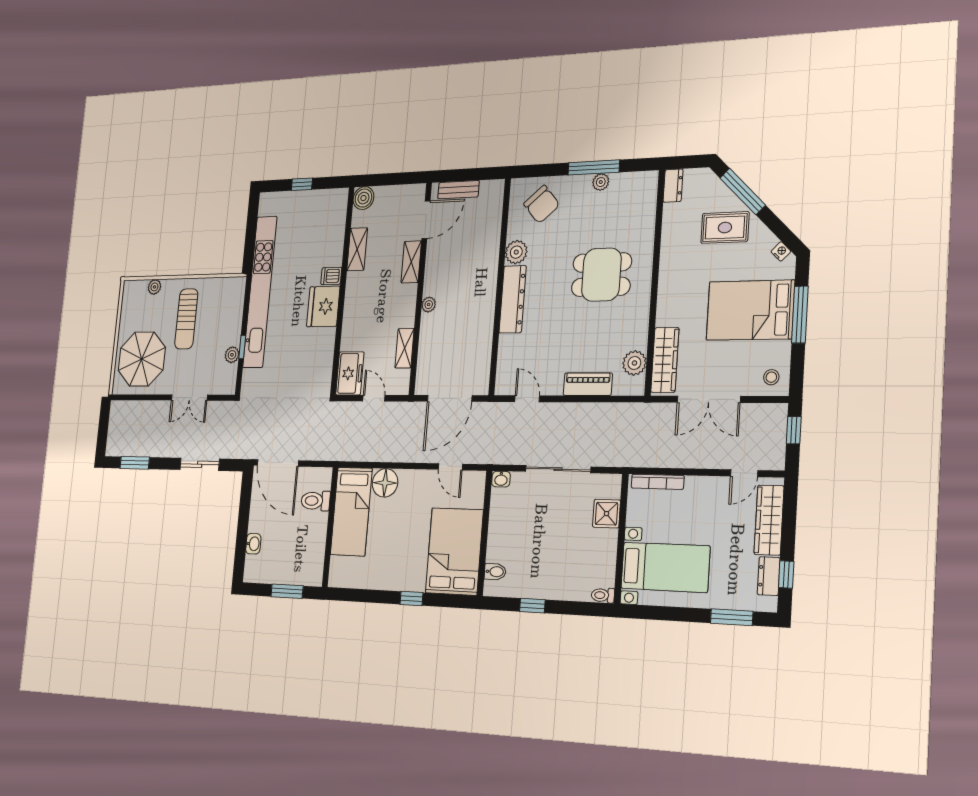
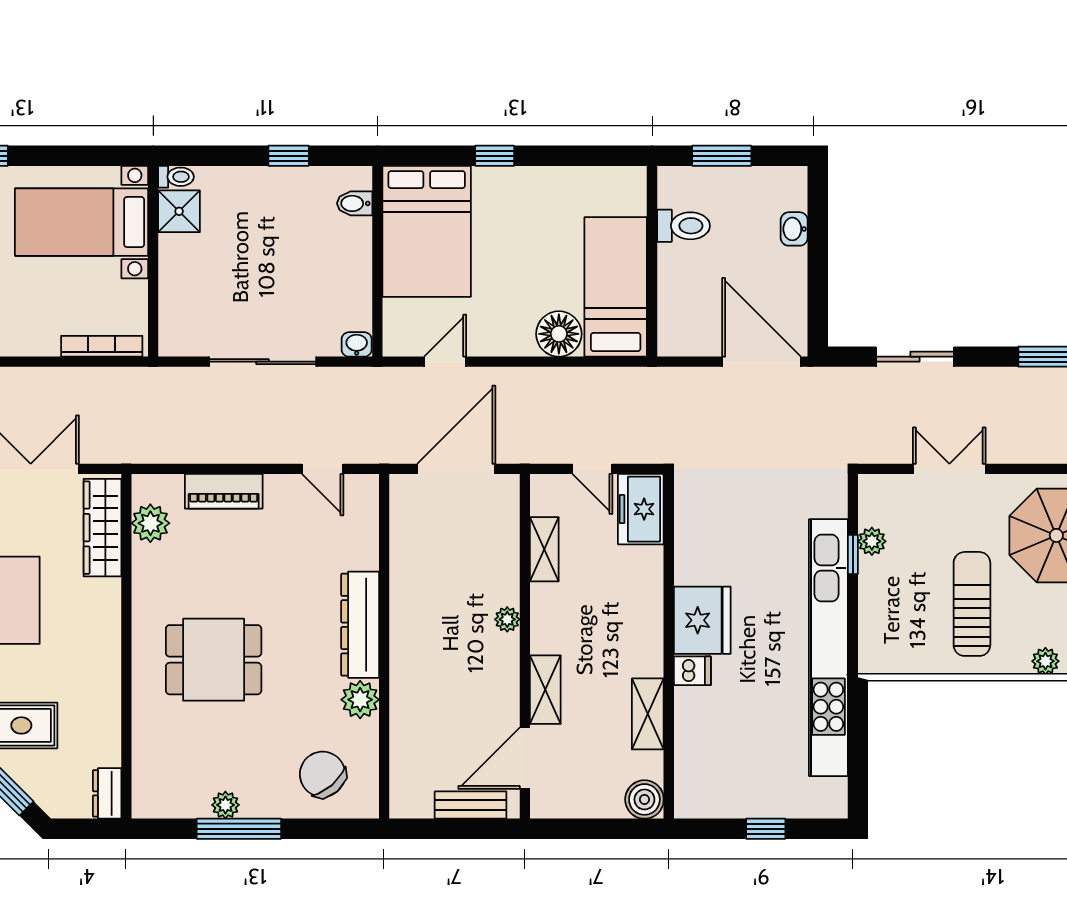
door: (450, 467) -> (445, 362), hinge flipped
toilet: (316, 501) -> (684, 226), moved
shower: (606, 514) -> (179, 211), moved

